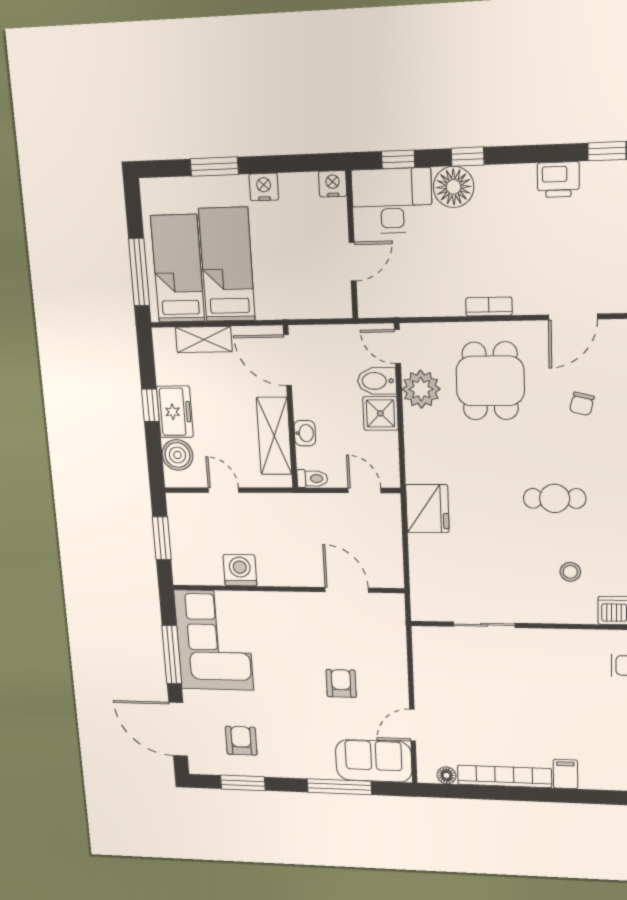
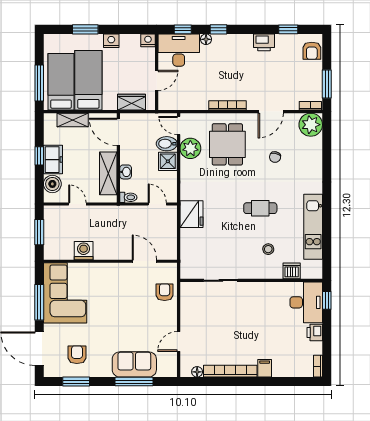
floor lamp: (454, 187) -> (206, 39), width x0.53, depth x0.53
wardrobe: (308, 304) -> (132, 102), added
bookcase: (489, 306) -> (227, 105), width x1.56
armchair: (341, 683) -> (165, 292), moved
sofa: (374, 761) -> (134, 364), moved

